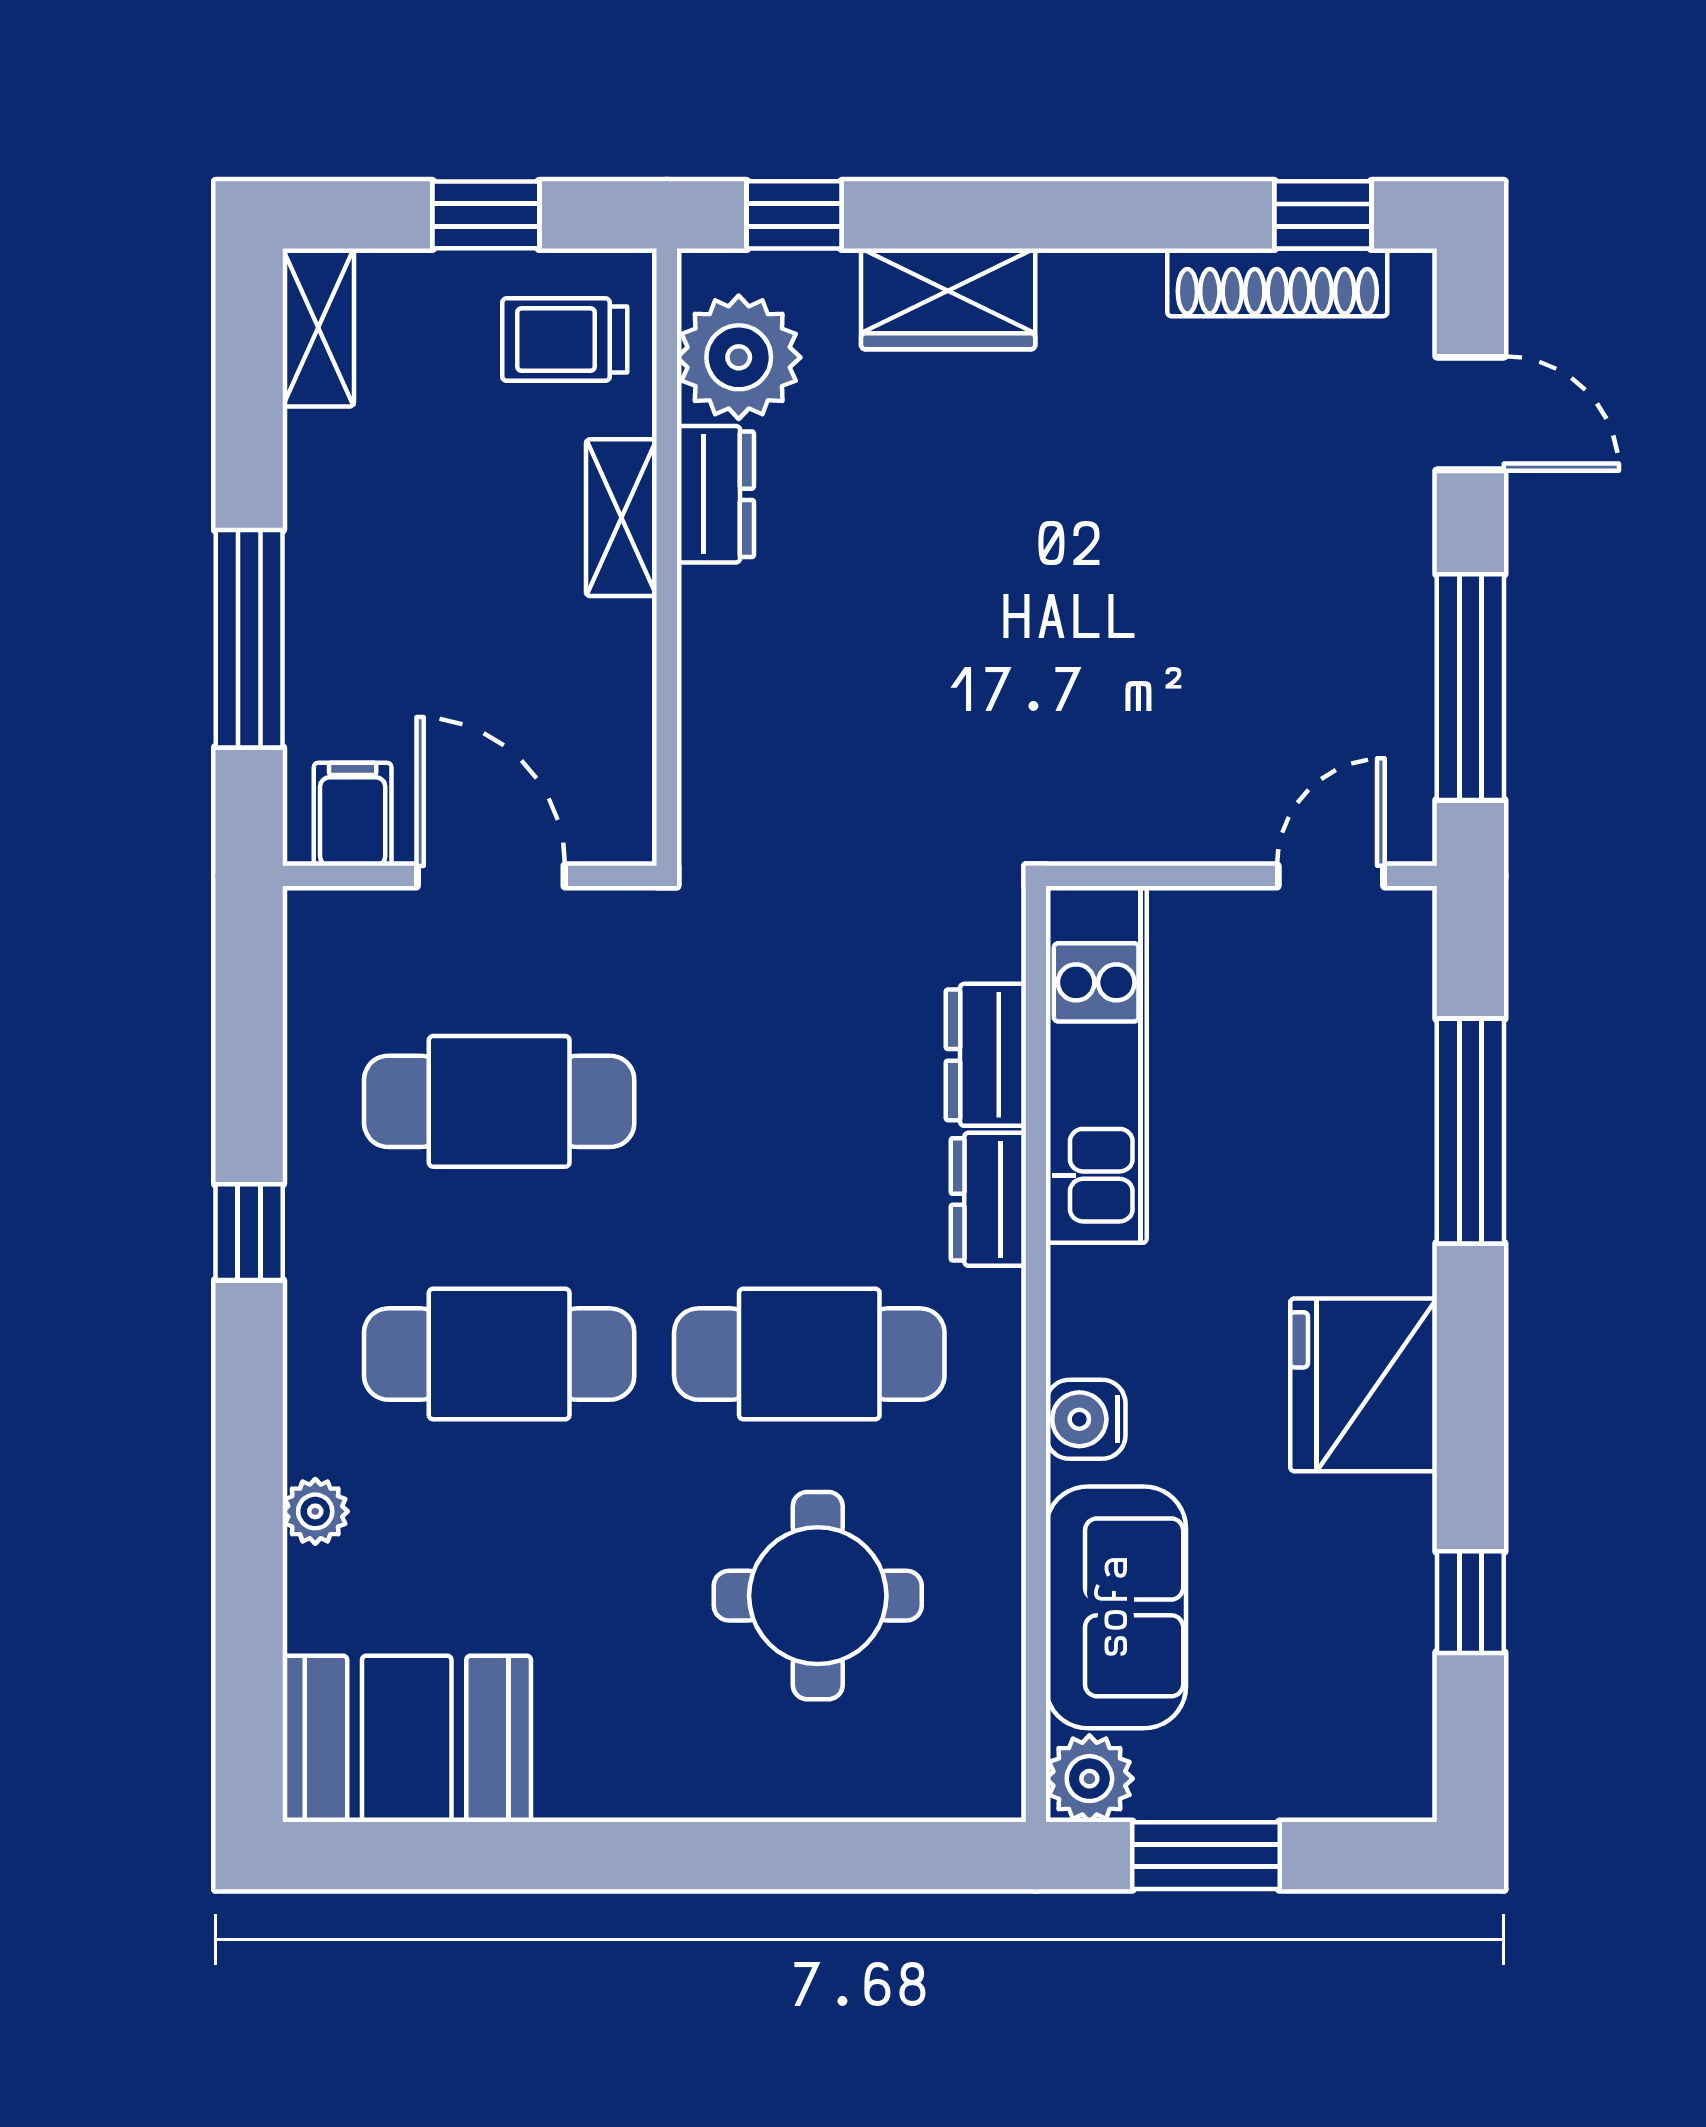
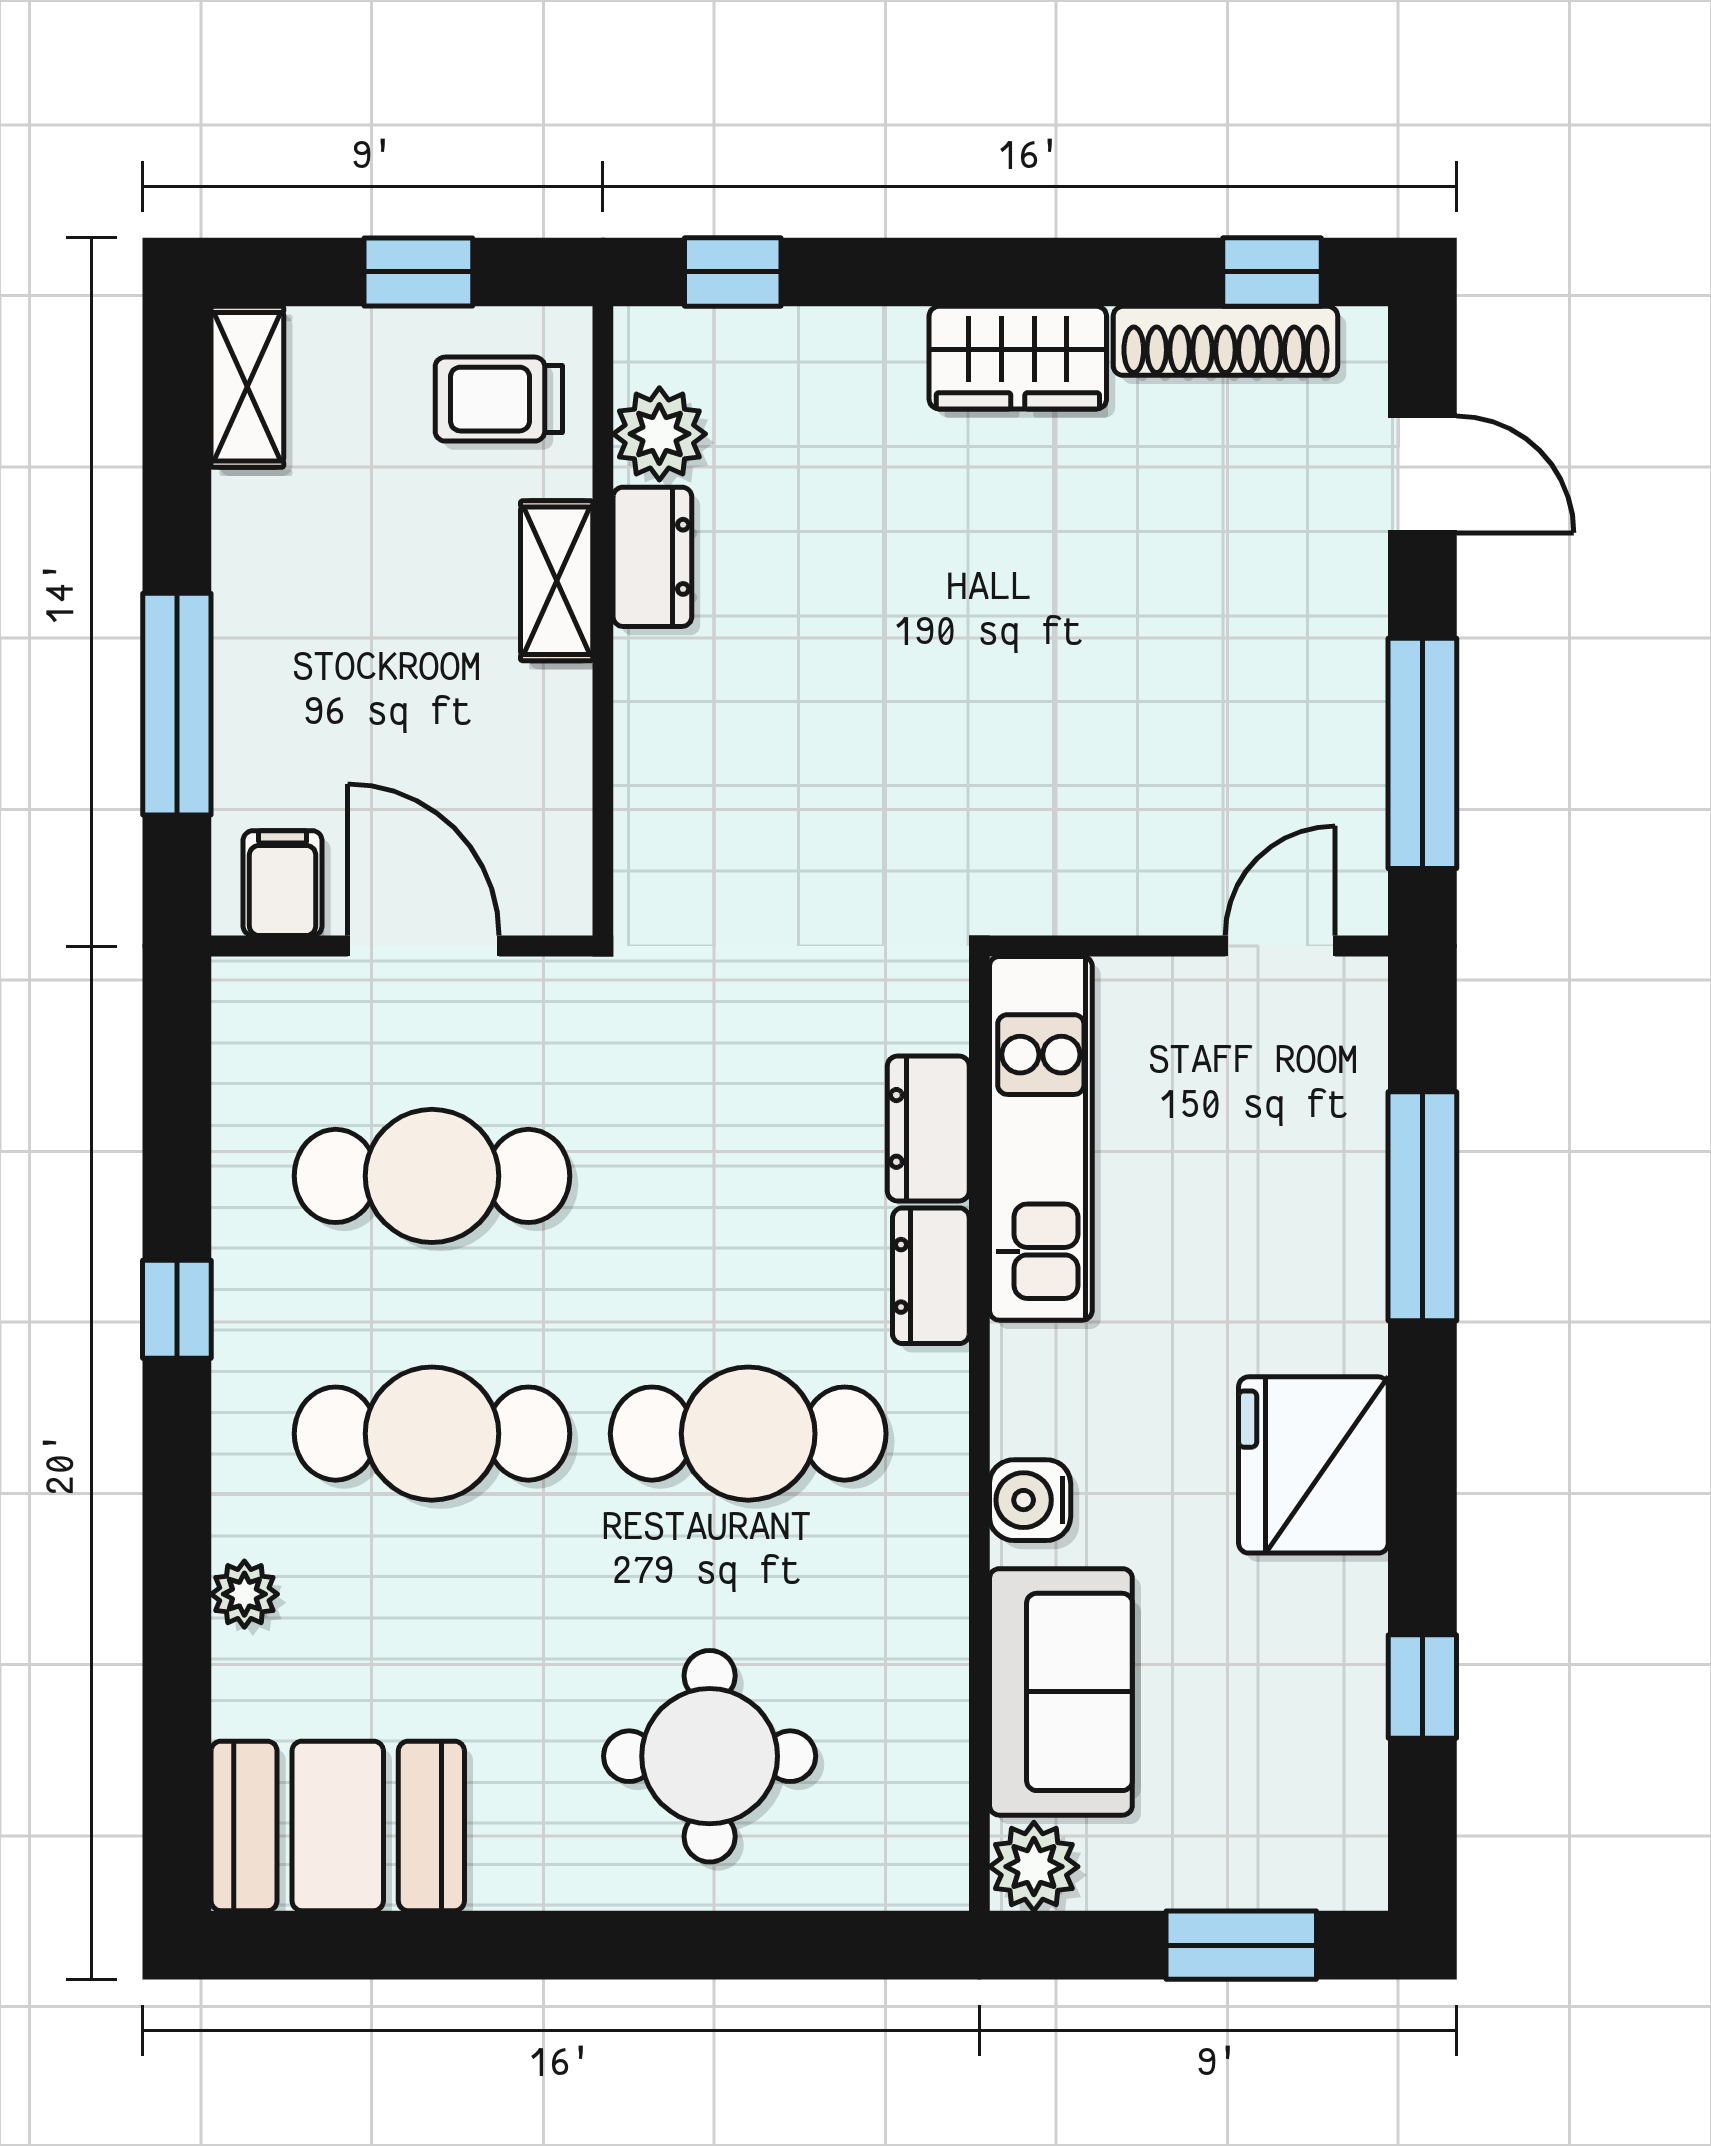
wardrobe: (948, 299) -> (1018, 358), moved
plant: (739, 357) -> (659, 434), width x0.73, depth x0.73
round table: (818, 1596) -> (710, 1756), moved
window: (1206, 1856) -> (1241, 1945), moved

